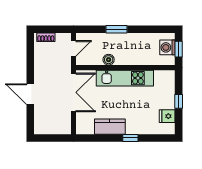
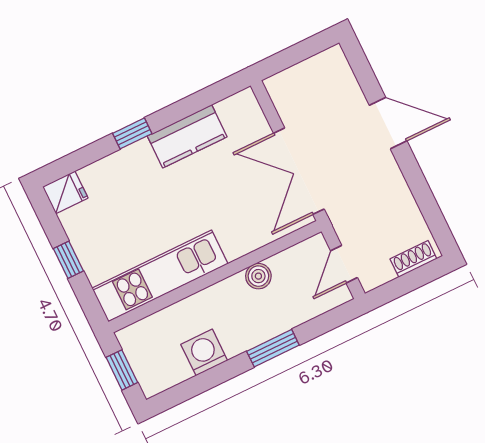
washing machine: (167, 47) -> (204, 352), moved, turned -90
kitchen unit: (125, 78) -> (160, 276), moved
fridge: (167, 116) -> (65, 192), moved

